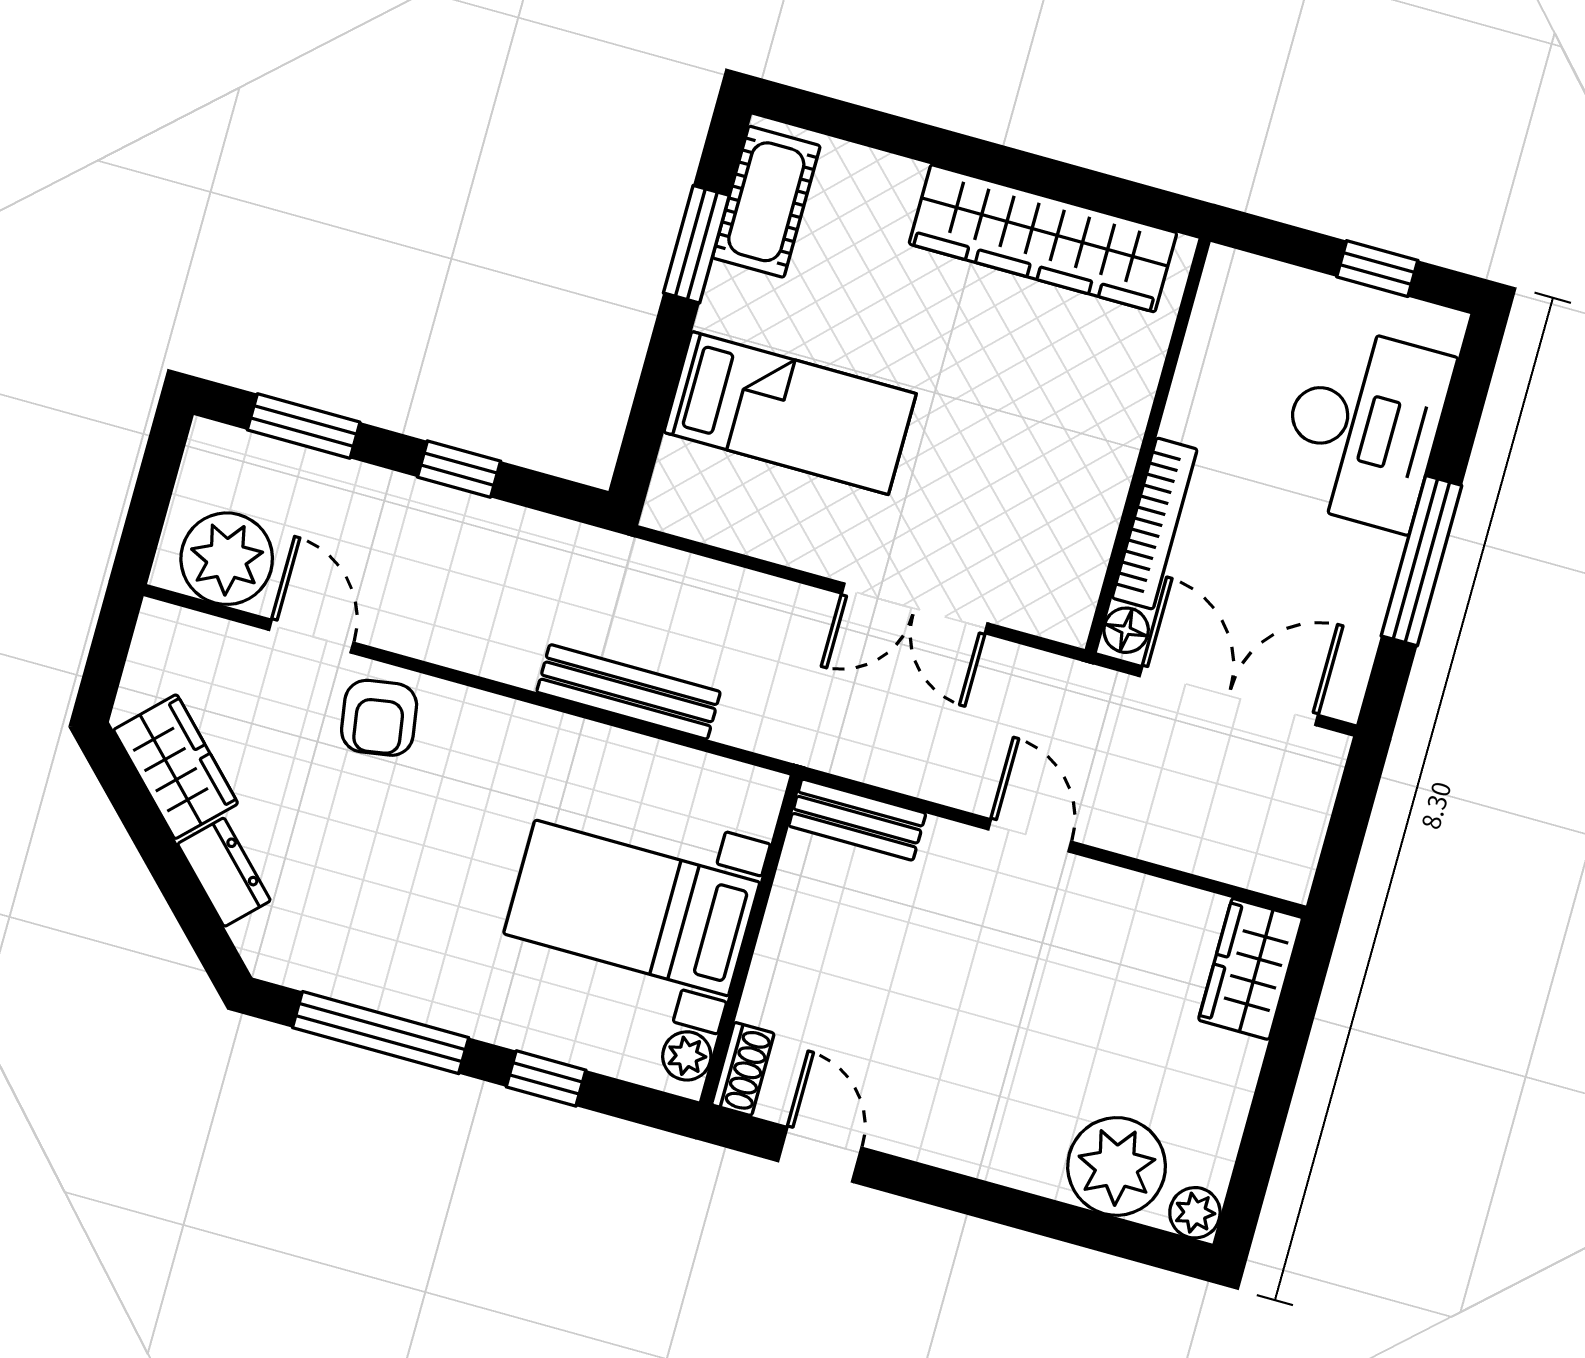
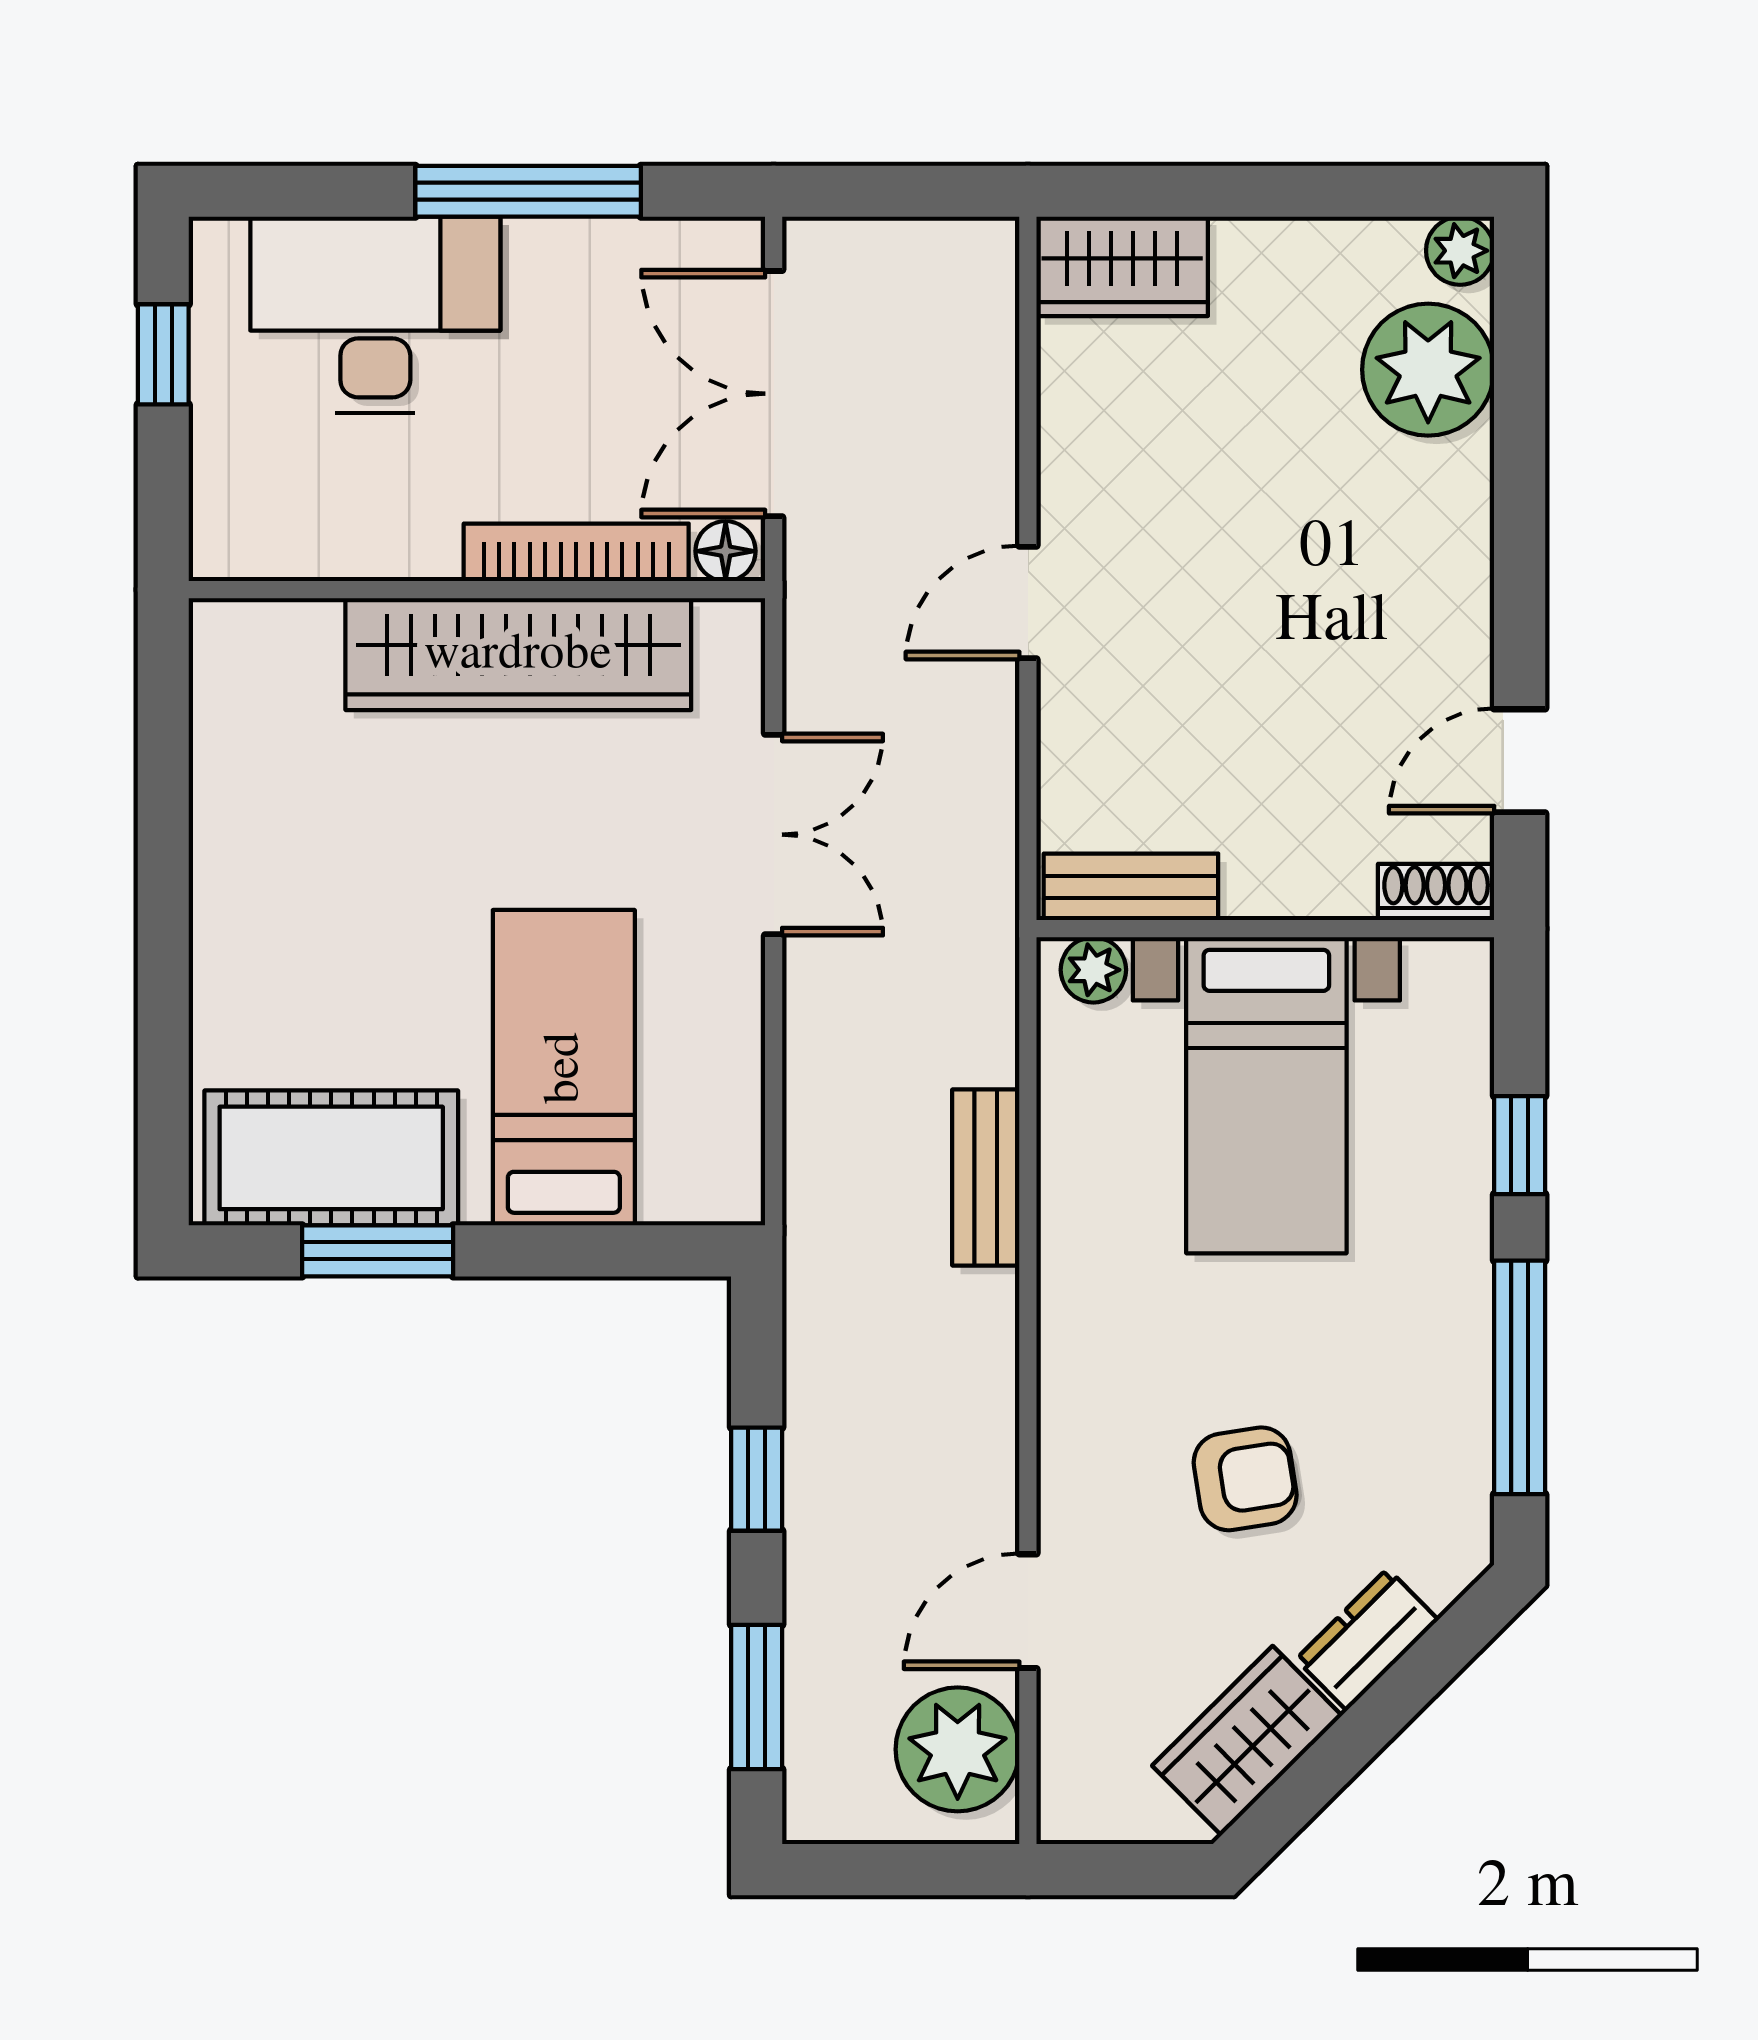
cot: (766, 202) -> (331, 1158), width x1.37, depth x1.34
wardrobe: (1043, 238) -> (518, 654), moved, turned 90
bench: (628, 692) -> (986, 1177), width x0.73
armchair: (379, 718) -> (1245, 1479), moved
bench: (857, 820) -> (1131, 887), moved, turned 90
plant: (687, 1056) -> (1093, 970), moved

